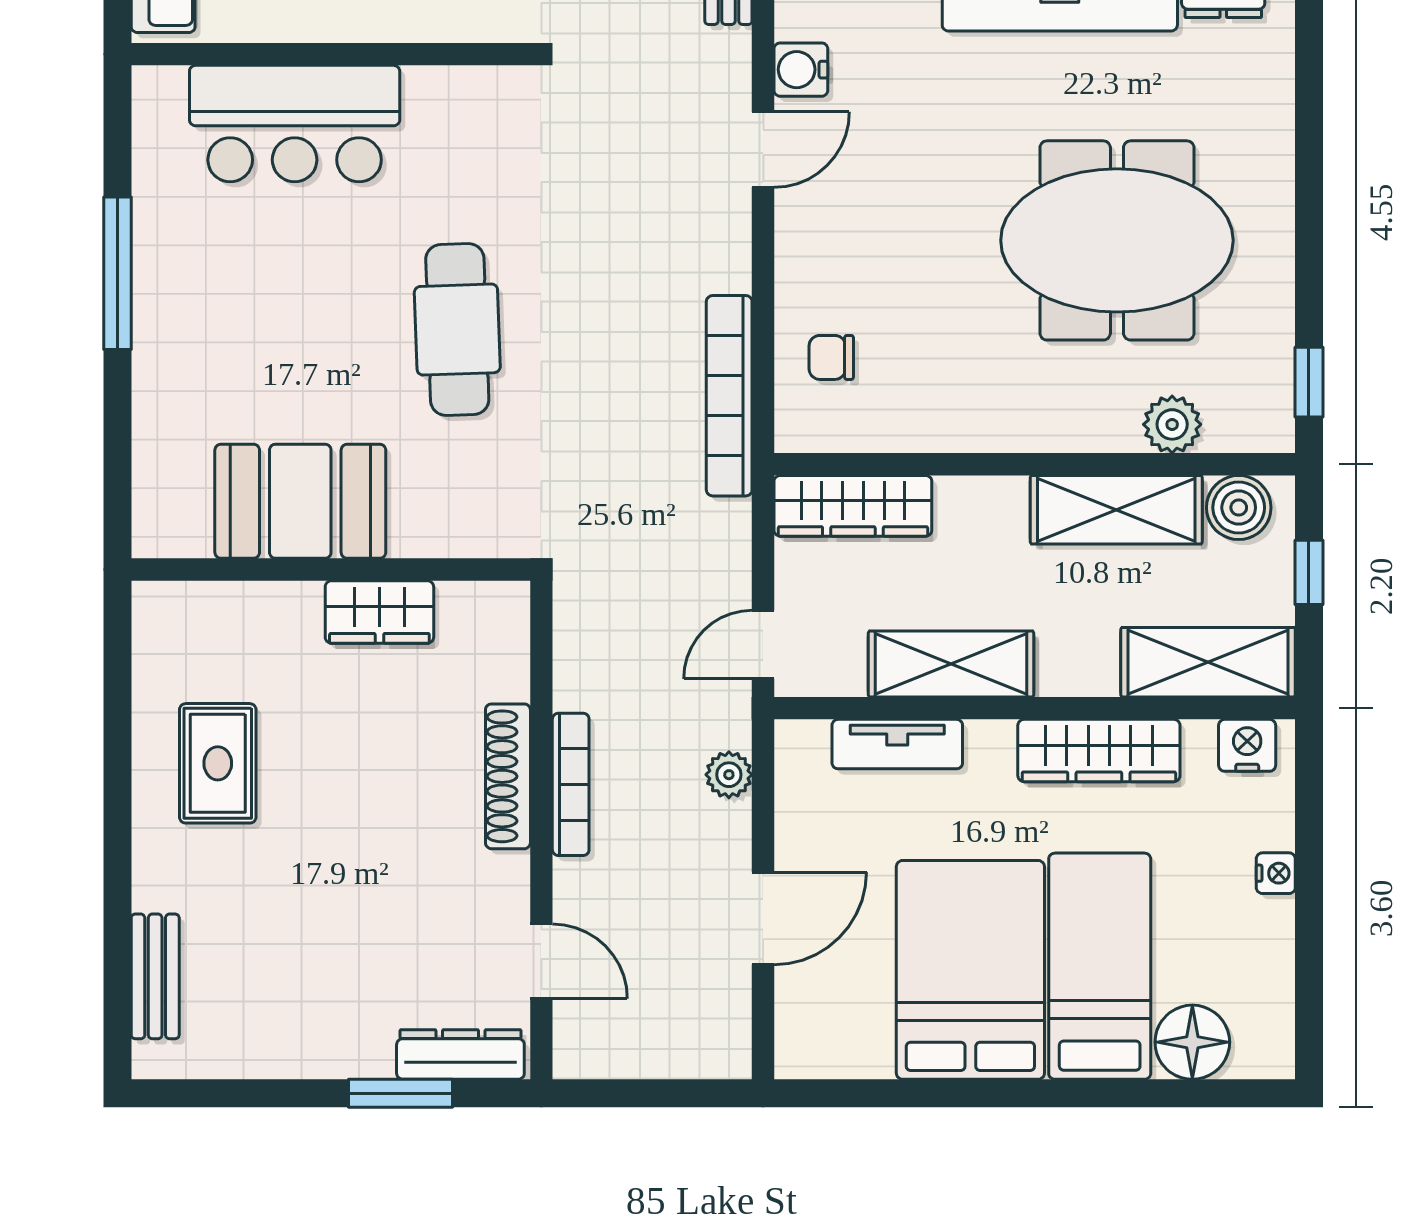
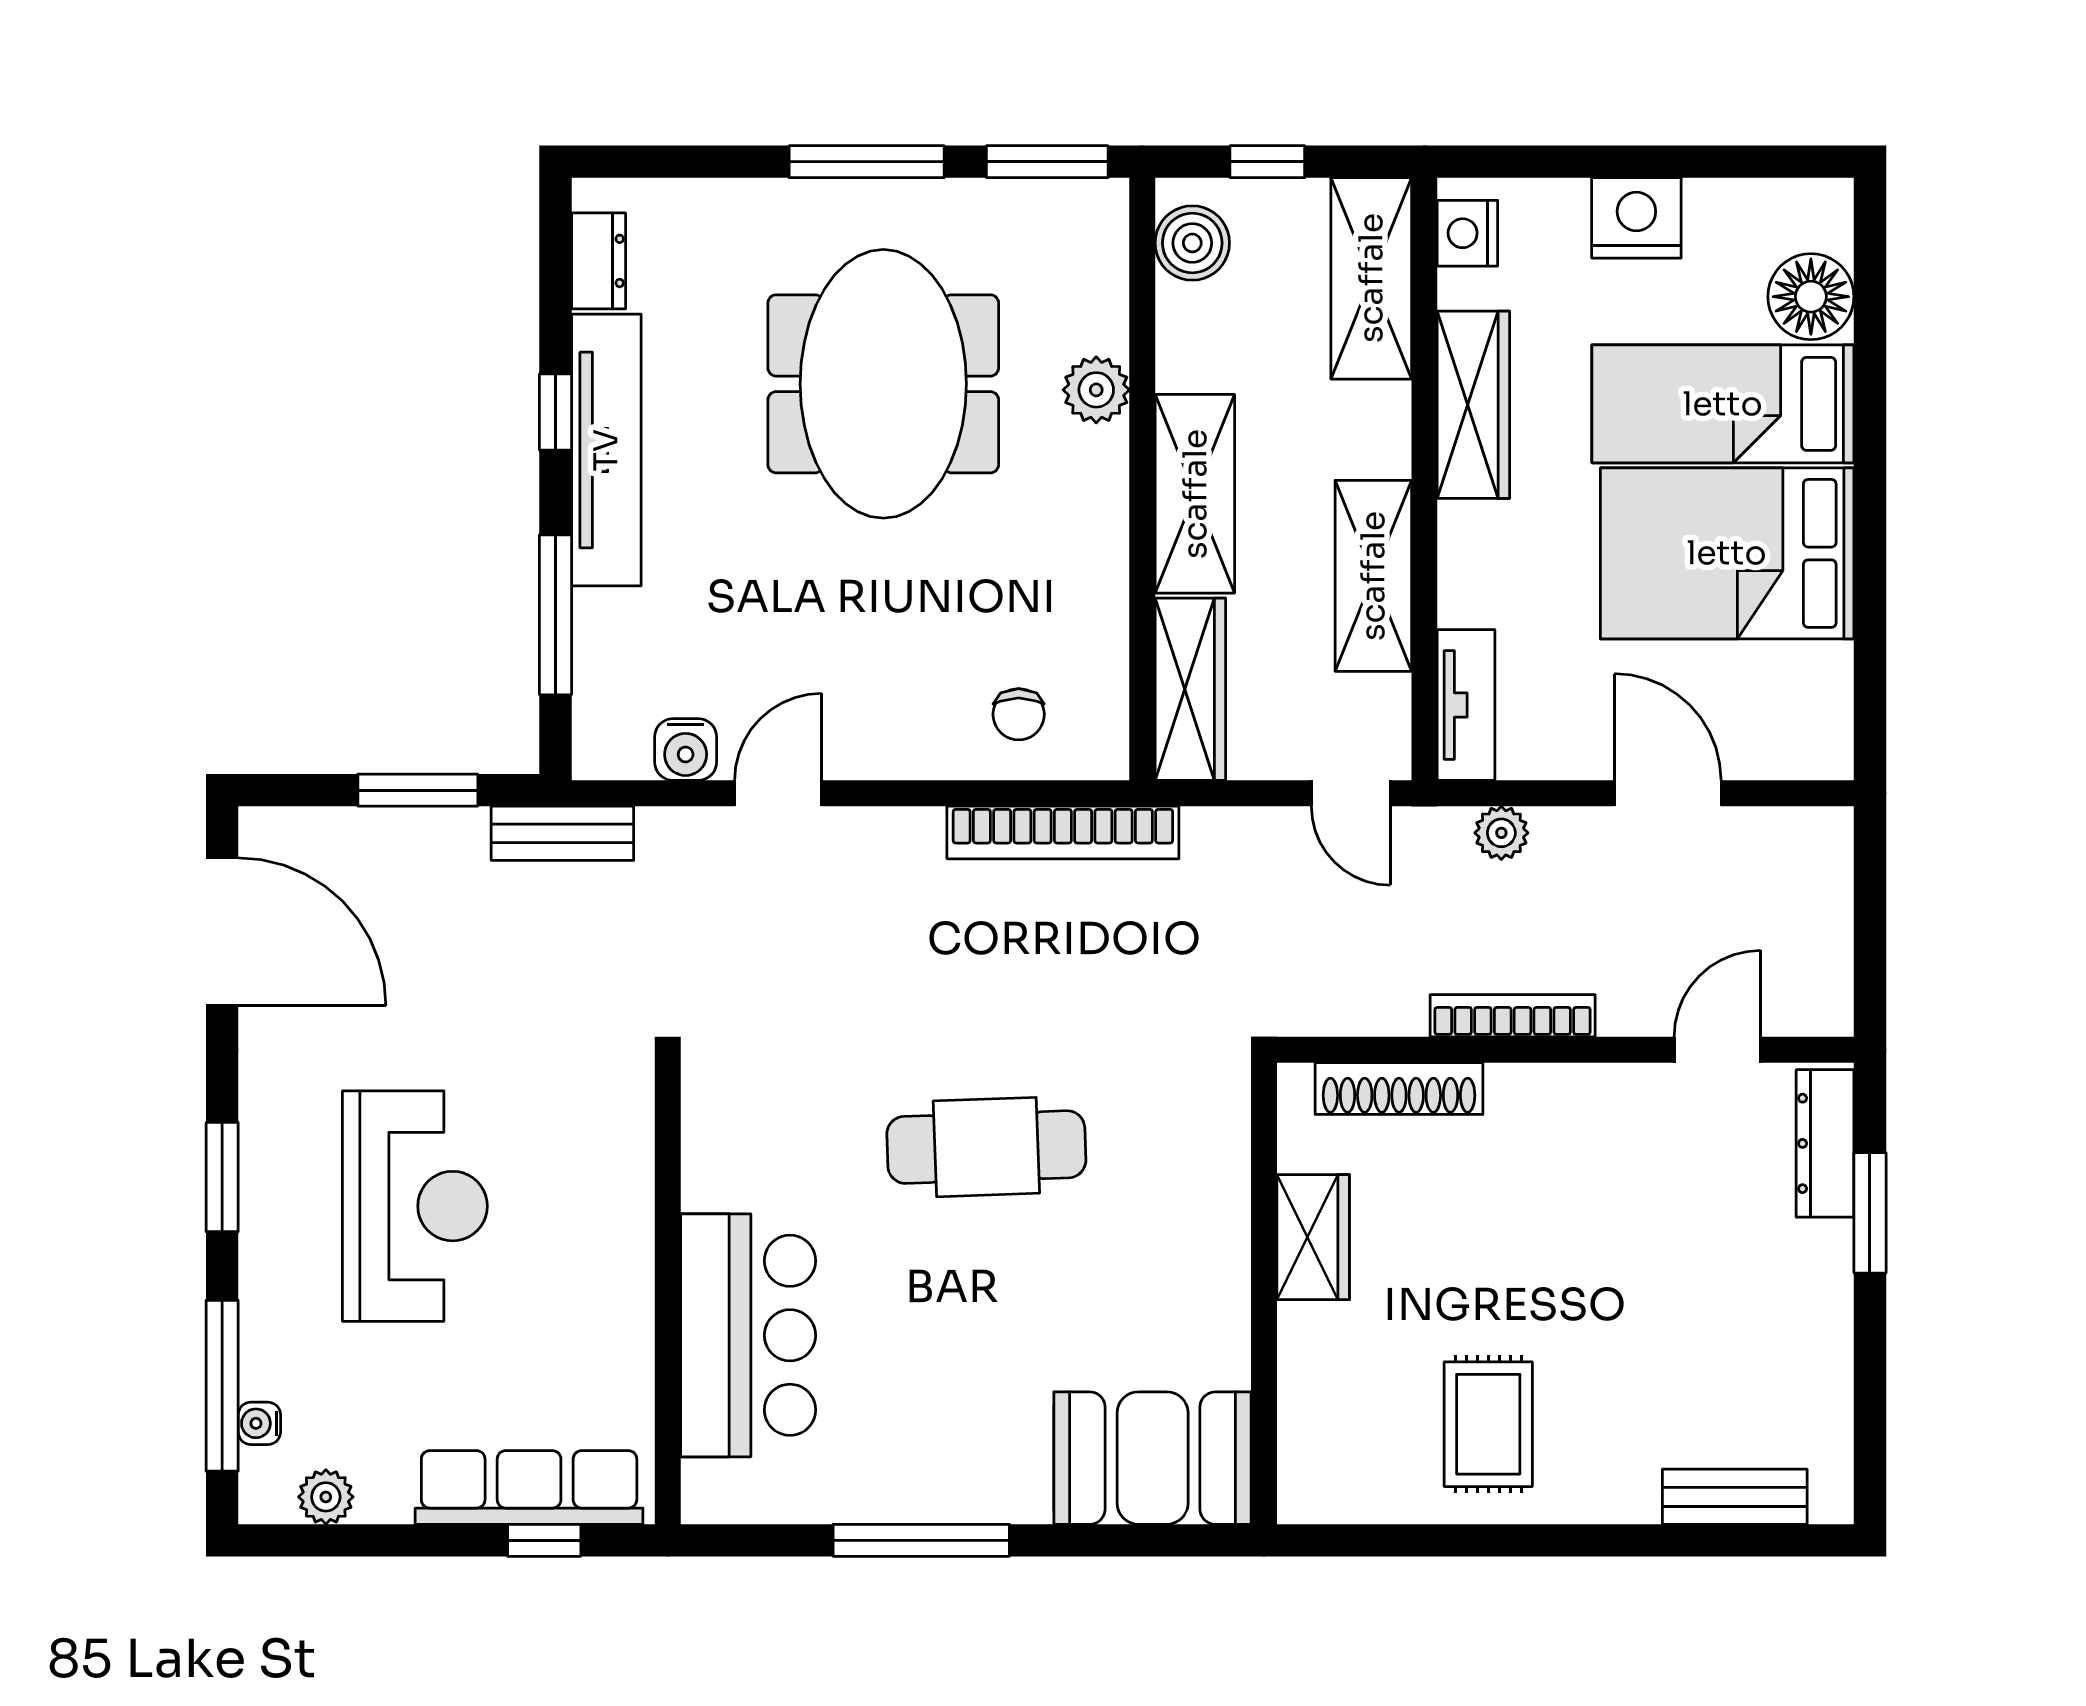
door: (763, 150) -> (778, 793), hinge flipped
window: (1309, 226) -> (867, 162), added
window: (1309, 382) -> (1047, 162), width x1.50
plant: (1172, 424) -> (1096, 390), moved
booth: (300, 501) -> (1153, 1458), moved, turned 90
shelving: (1116, 510) -> (1195, 494), moved
tv unit: (897, 744) -> (1466, 705), moved
rug: (218, 763) -> (1488, 1424), turned 90
shoe rack: (508, 776) -> (1399, 1089), moved
nightstand: (1276, 873) -> (1636, 218), width x1.89, depth x1.79

